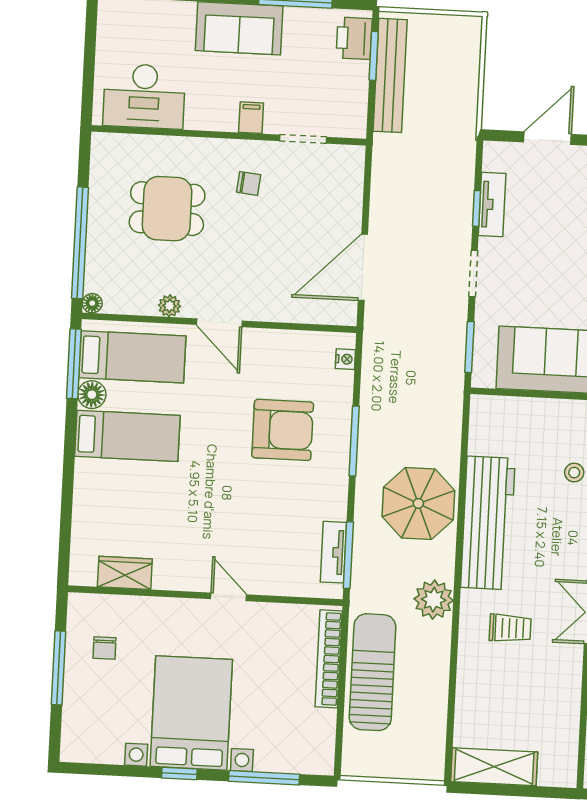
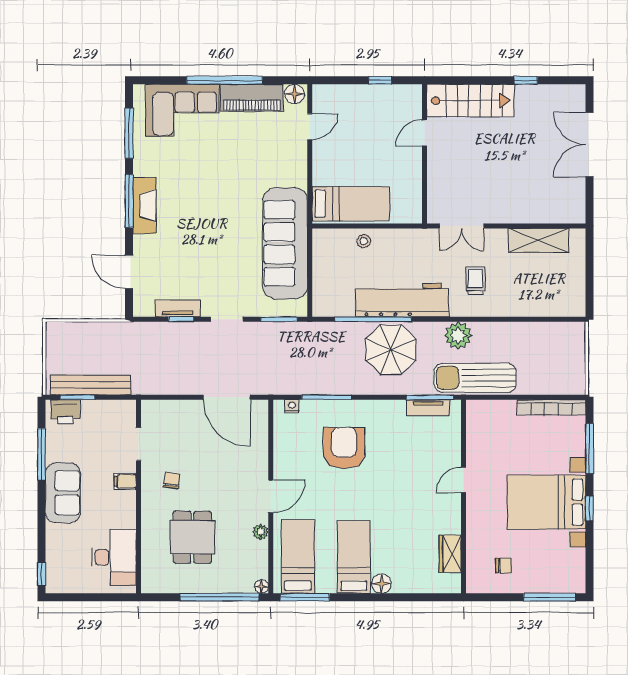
floor lamp: (92, 395) -> (381, 583), moved
window: (354, 441) -> (327, 397), moved
window: (463, 480) -> (373, 319), added
bookcase: (329, 659) -> (551, 407), moved
window: (58, 668) -> (550, 597), moved
sun lounger: (373, 672) -> (475, 378), moved
shelving: (494, 767) -> (539, 240), moved, turned 90

